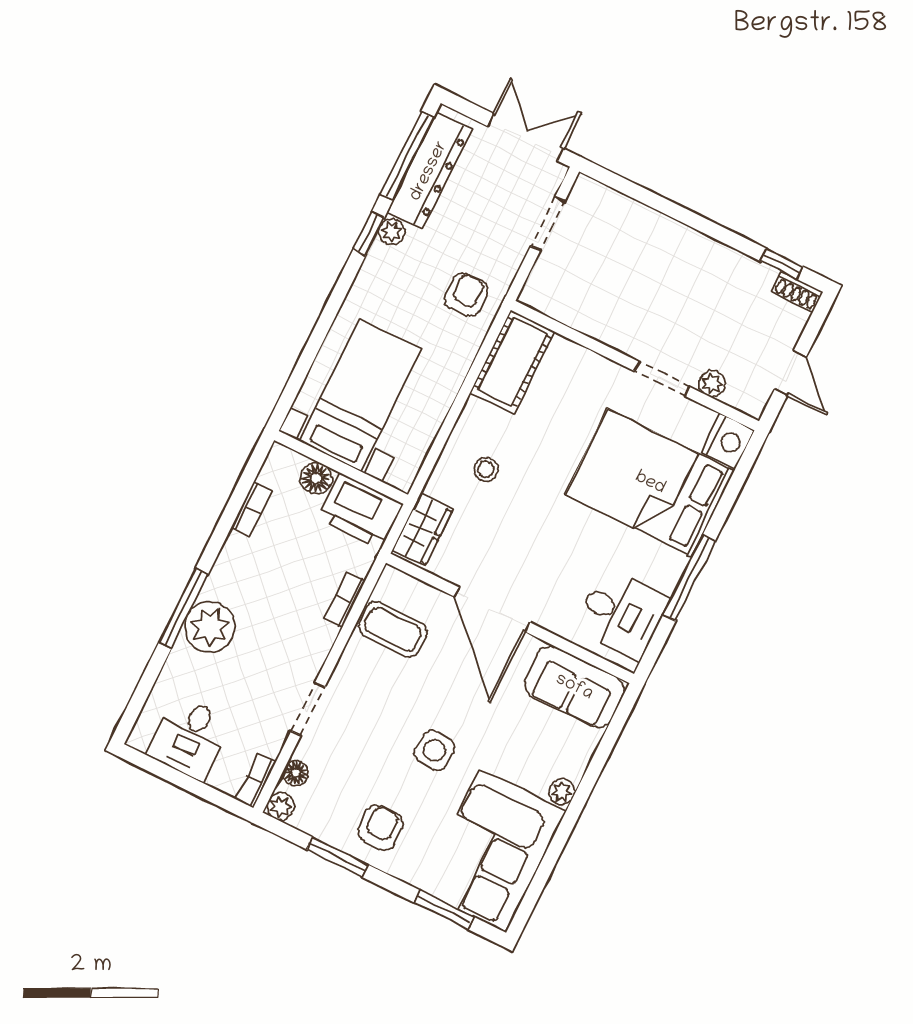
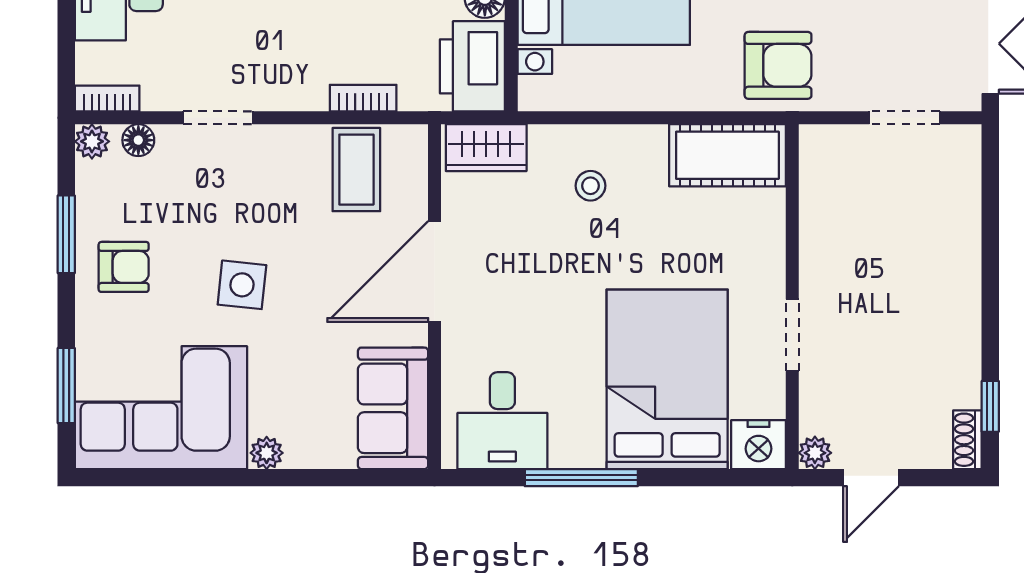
armchair: (466, 295) -> (778, 65), width x1.38, depth x1.38
plant: (712, 384) -> (815, 453), moved

